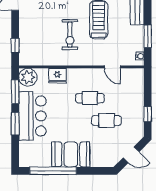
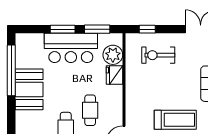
exercise bike: (70, 35) -> (158, 55), moved
plant: (28, 77) -> (113, 55), moved

